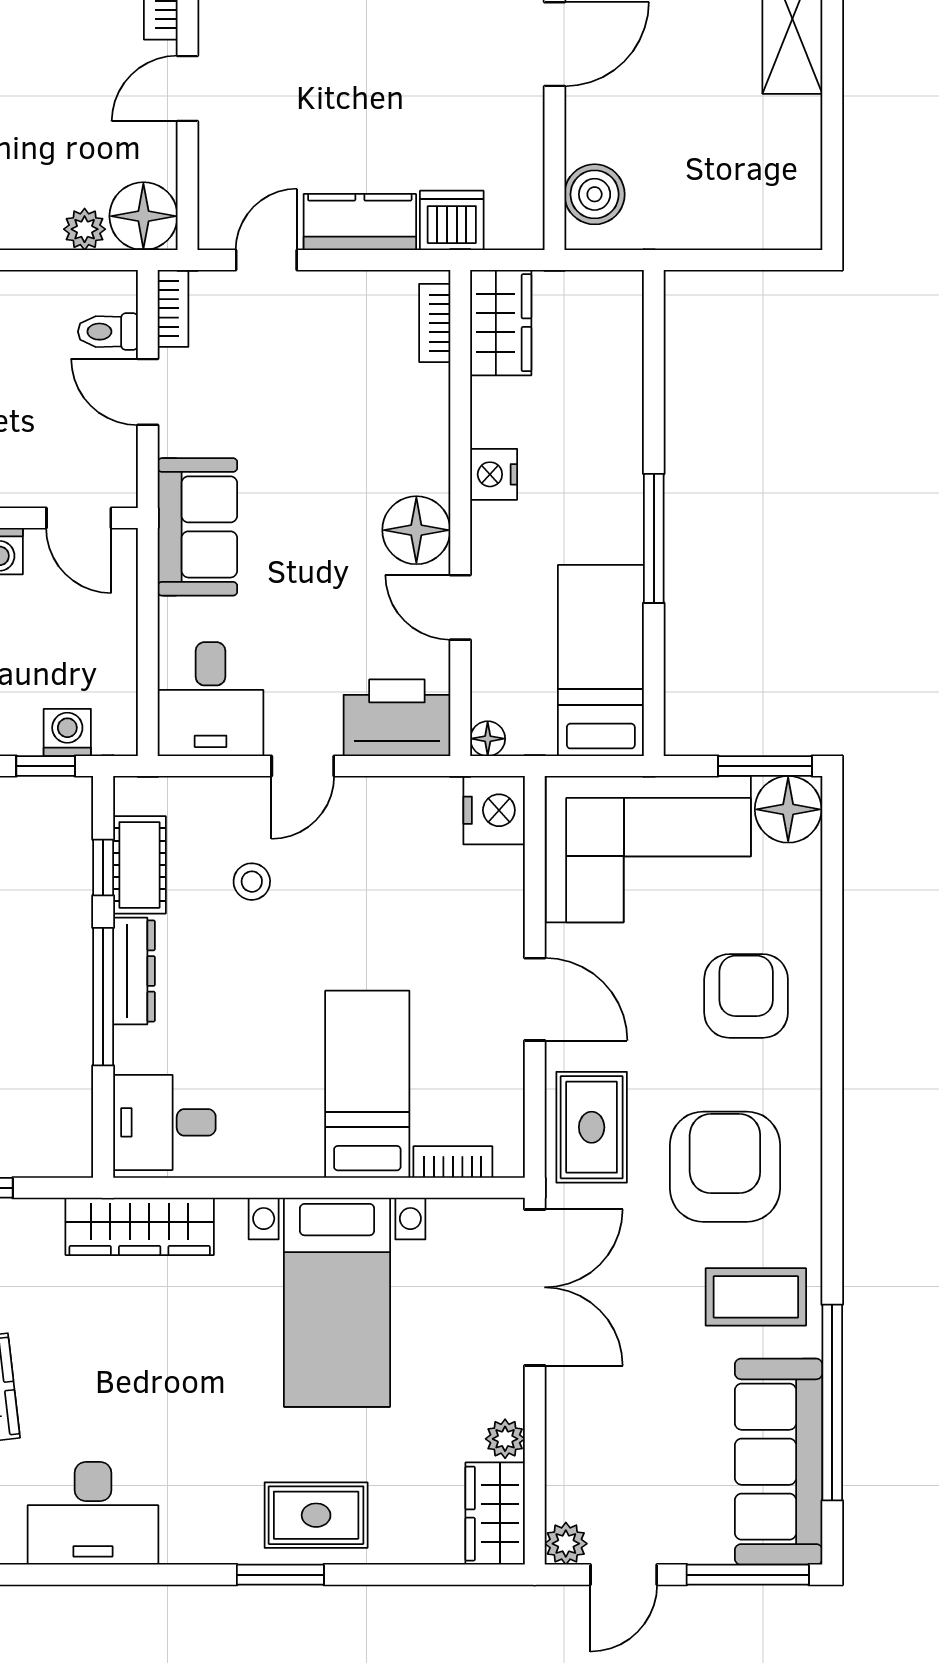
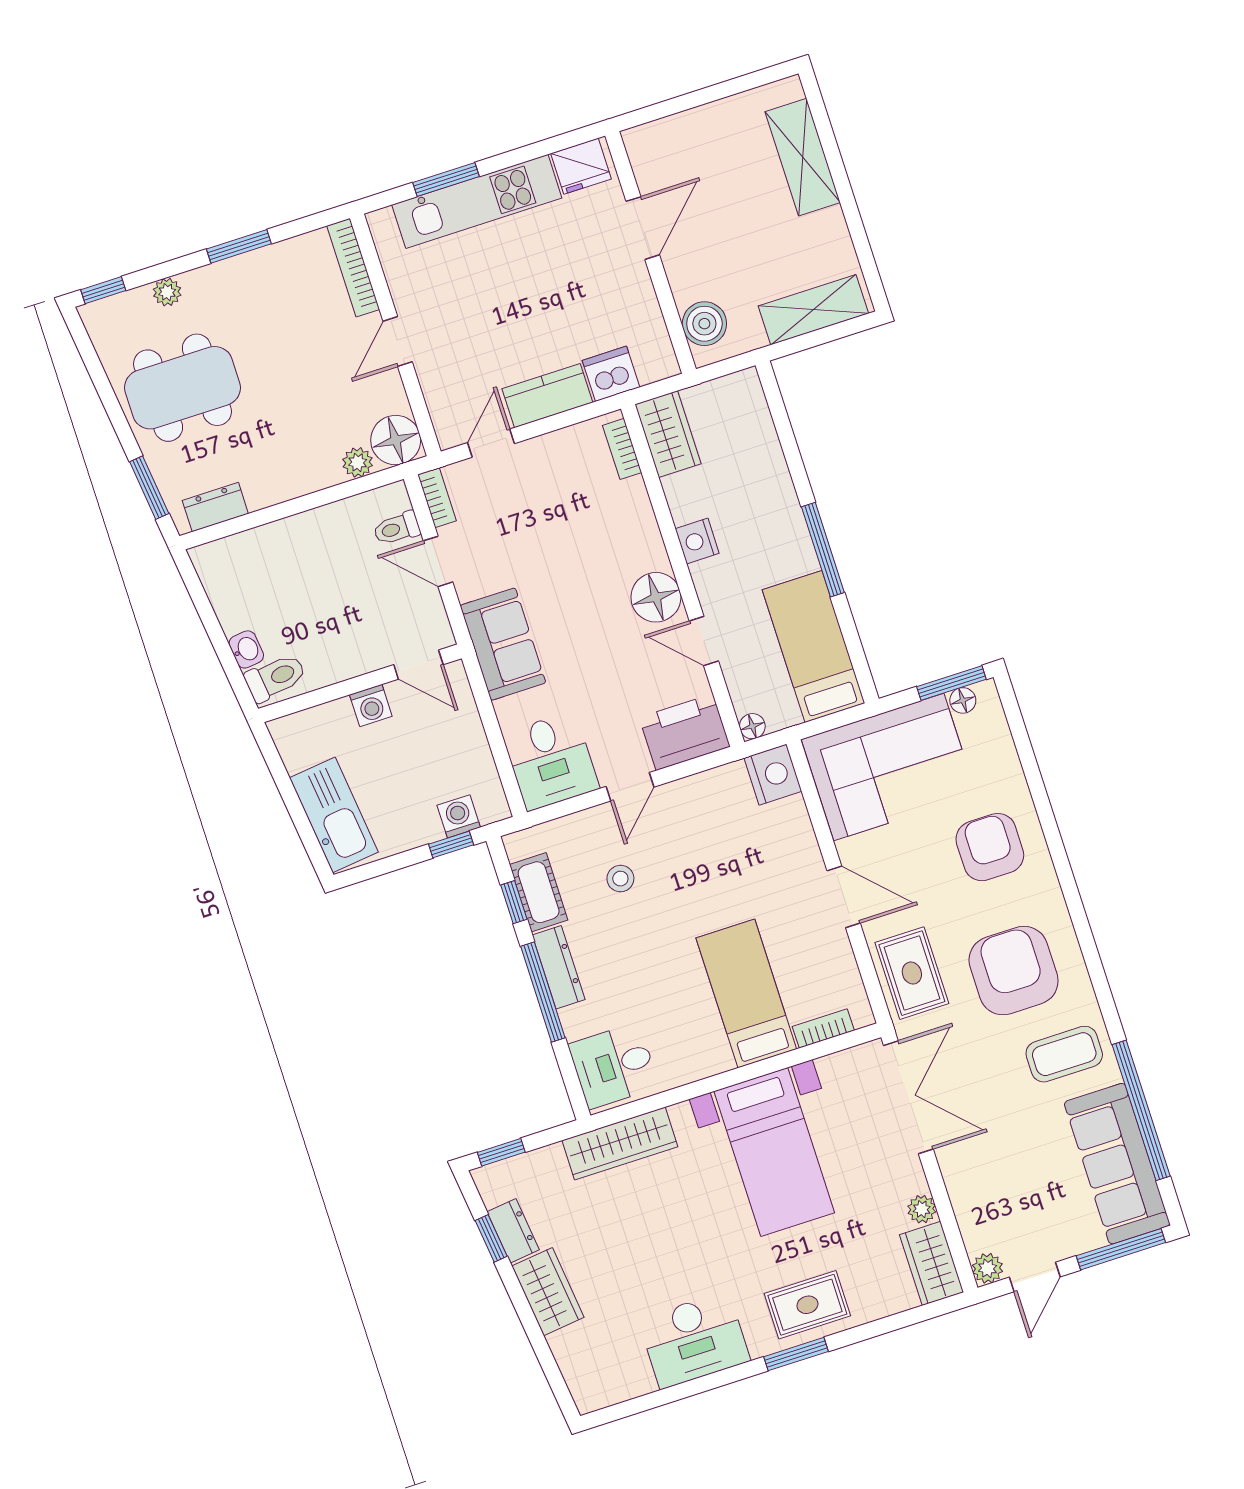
shelving: (742, 222) -> (813, 310), added
floor lamp: (788, 809) -> (963, 700), width x0.53, depth x0.53
desk: (93, 1513) -> (694, 1340), moved

